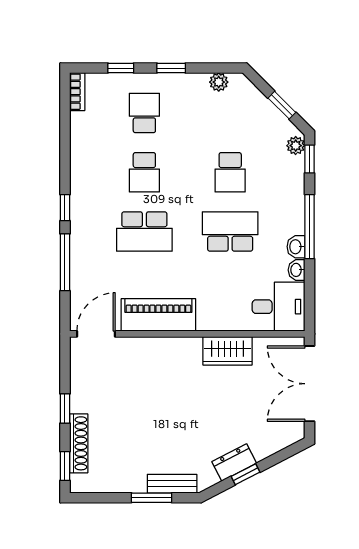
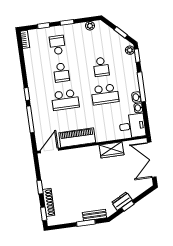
school desk: (230, 231) -> (105, 94), turned 180

